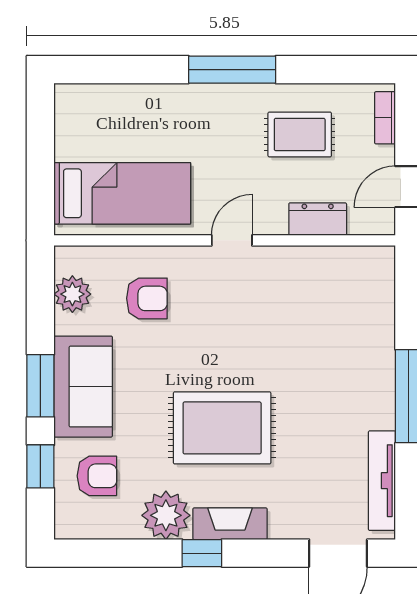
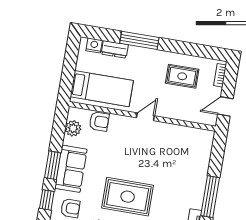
window: (232, 70) -> (139, 40), moved
nightstand: (88, 98) -> (94, 45), added
dresser: (318, 219) -> (115, 49), moved, turned 180
armchair: (147, 298) -> (99, 122), moved

